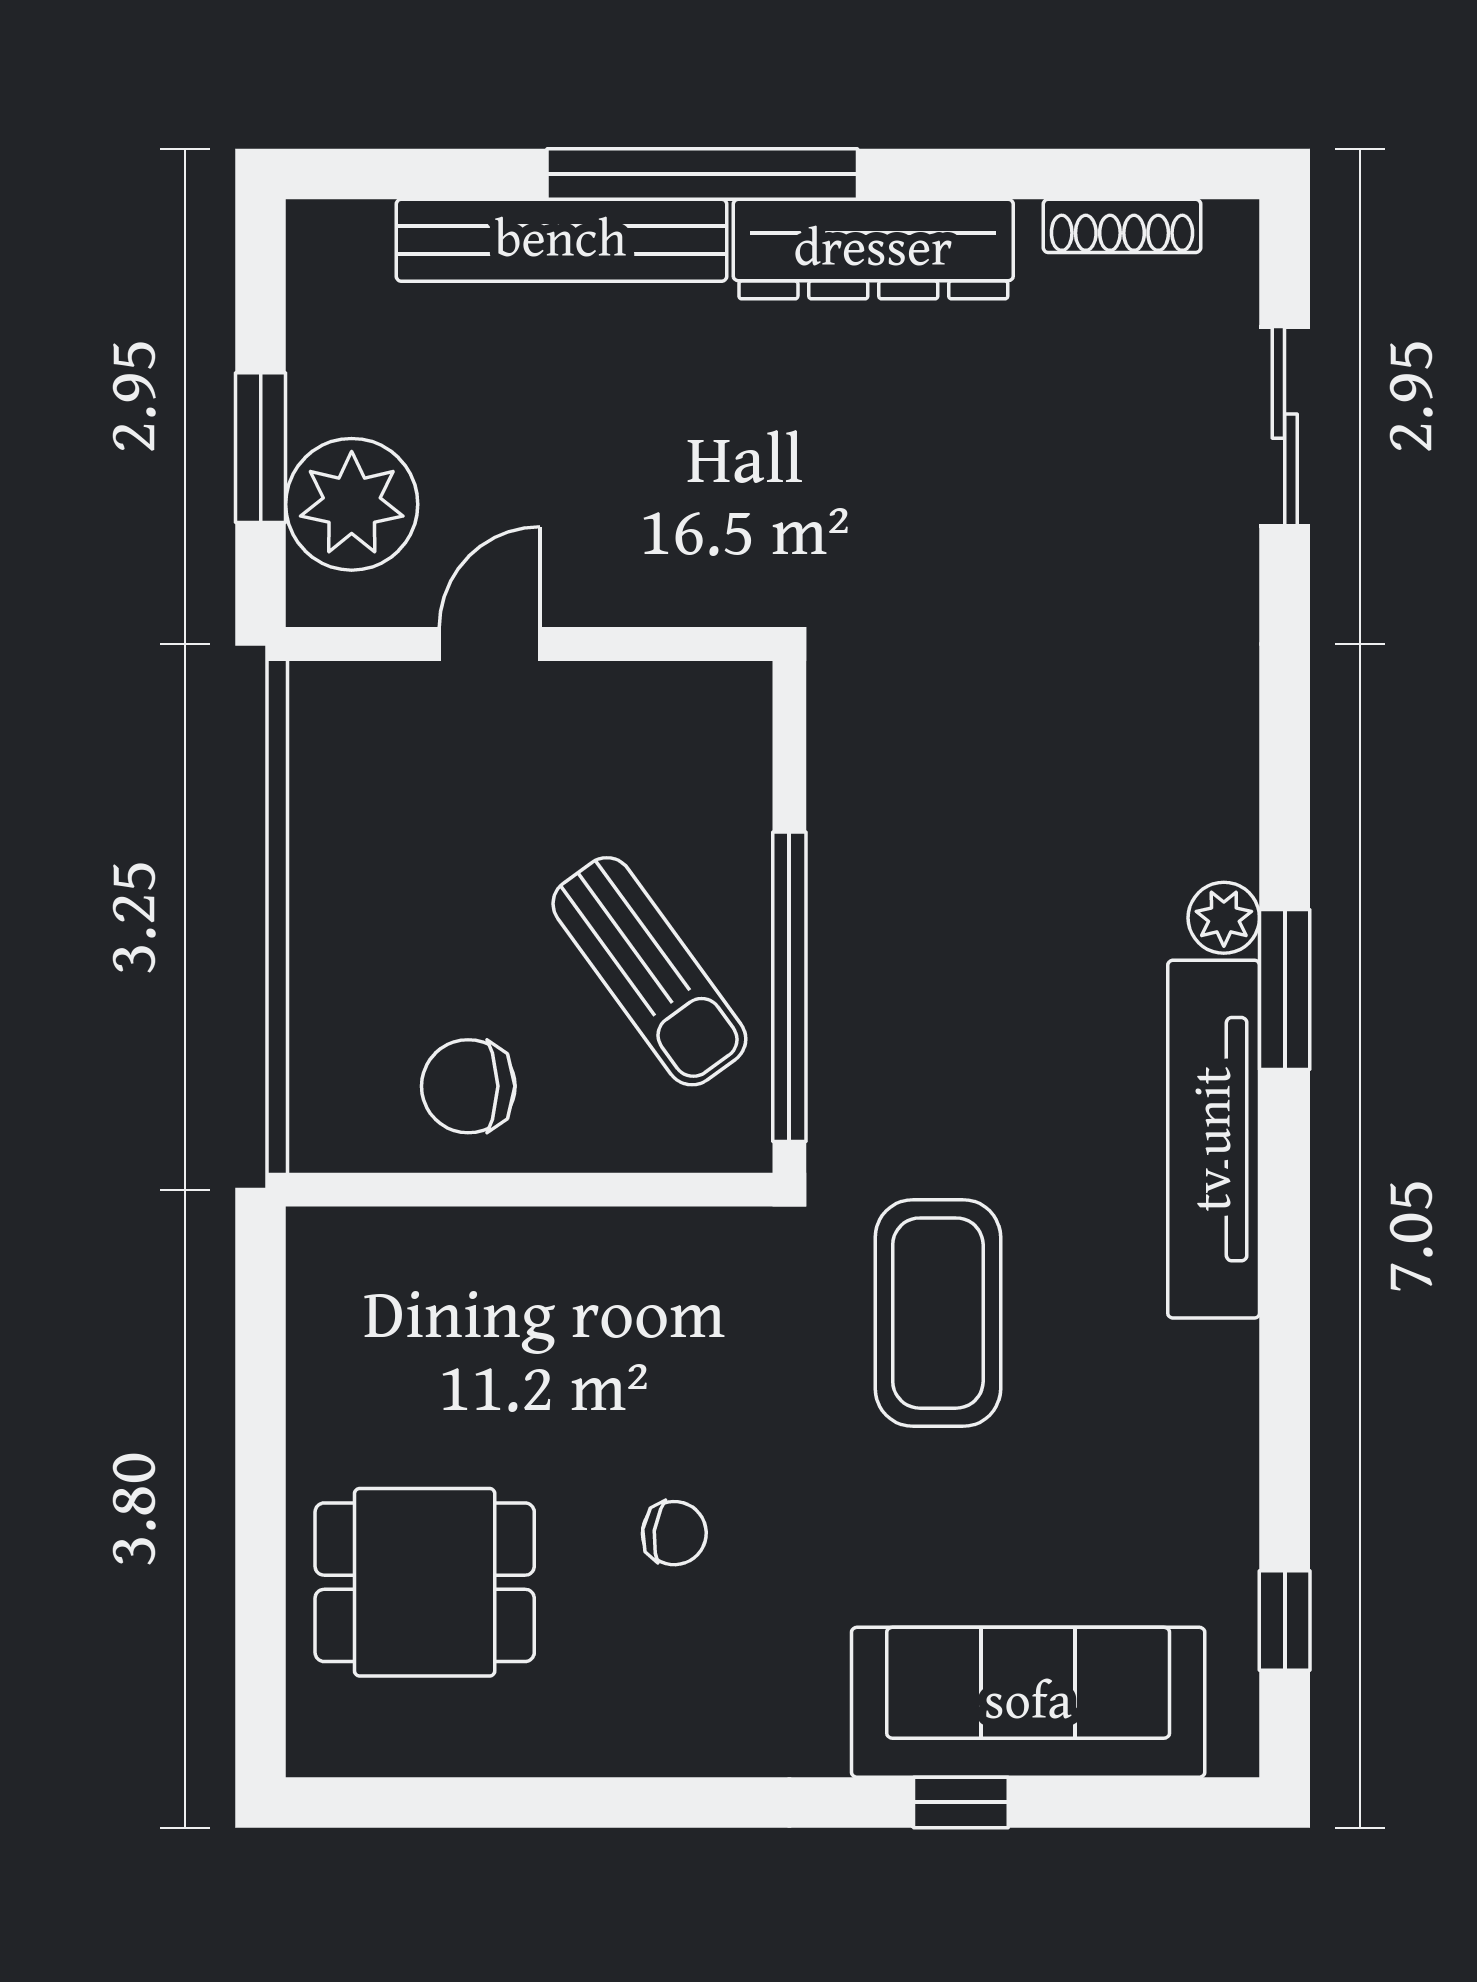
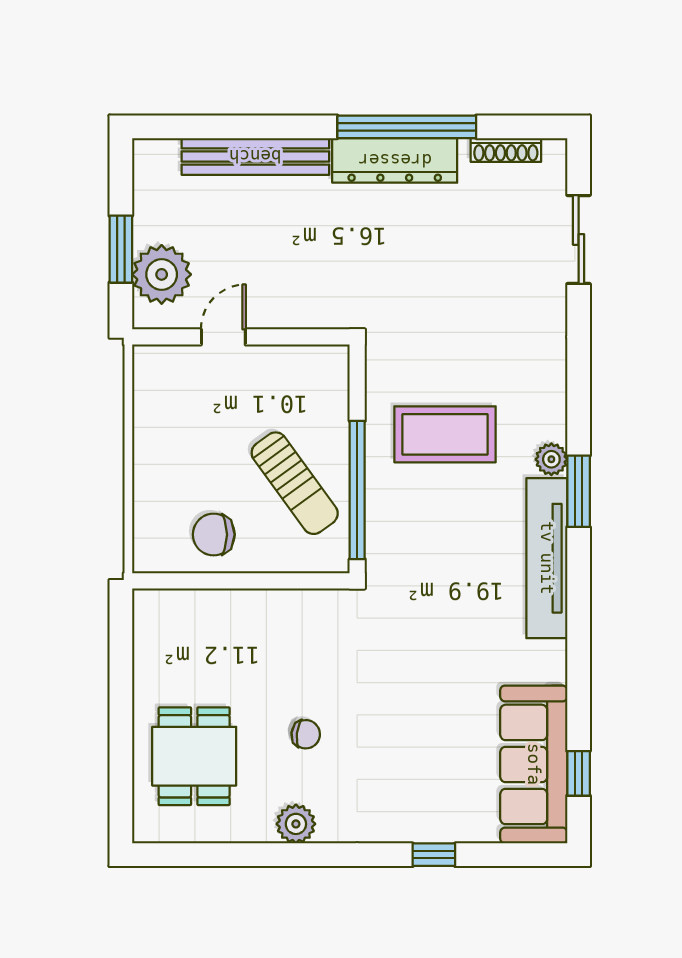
window: (702, 174) -> (407, 127), moved
coffee table: (938, 1313) -> (445, 434), moved, turned 90
dining table: (425, 1582) -> (194, 756), turned 90
sofa: (1028, 1702) -> (534, 764), moved, turned -90
plant: (652, 1734) -> (296, 824), added

